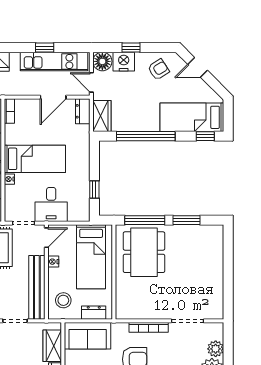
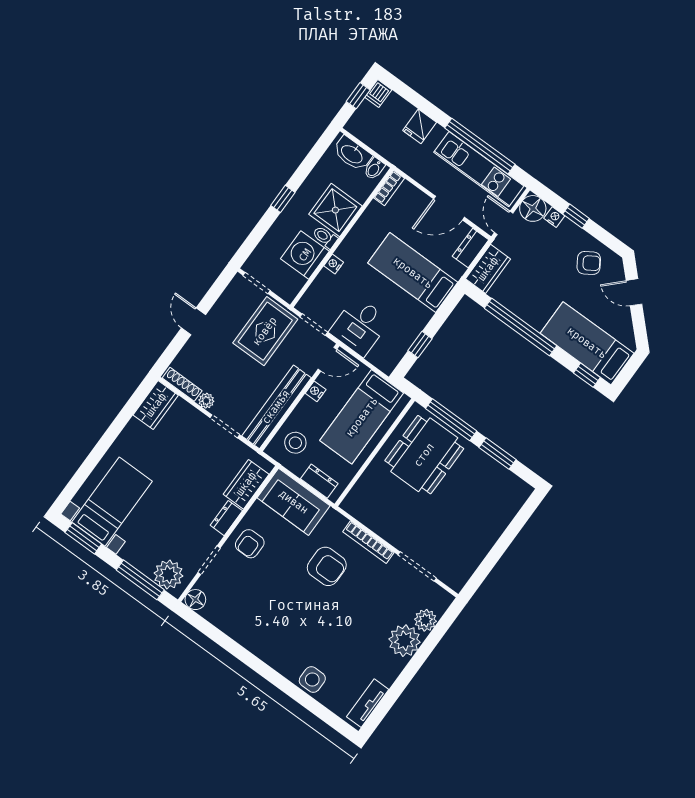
window: (45, 48) -> (480, 146), width x3.17
nightstand: (124, 62) -> (554, 217), width x0.53, depth x0.56
bed: (35, 159) -> (413, 273), moved, turned 180

